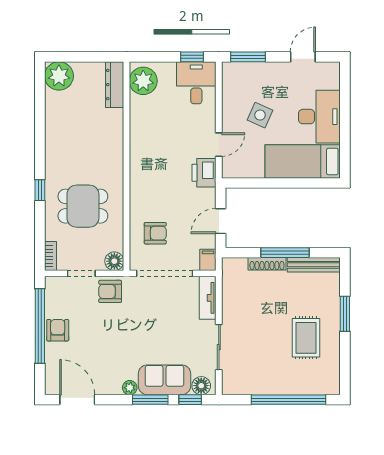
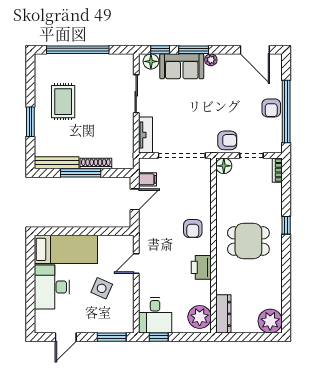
printer: (204, 173) -> (201, 267), moved, turned 180
dining table: (83, 206) -> (248, 241), moved
armchair: (155, 233) -> (193, 229), moved, turned -90
filing cabinet: (208, 260) -> (148, 179), moved, turned -90

